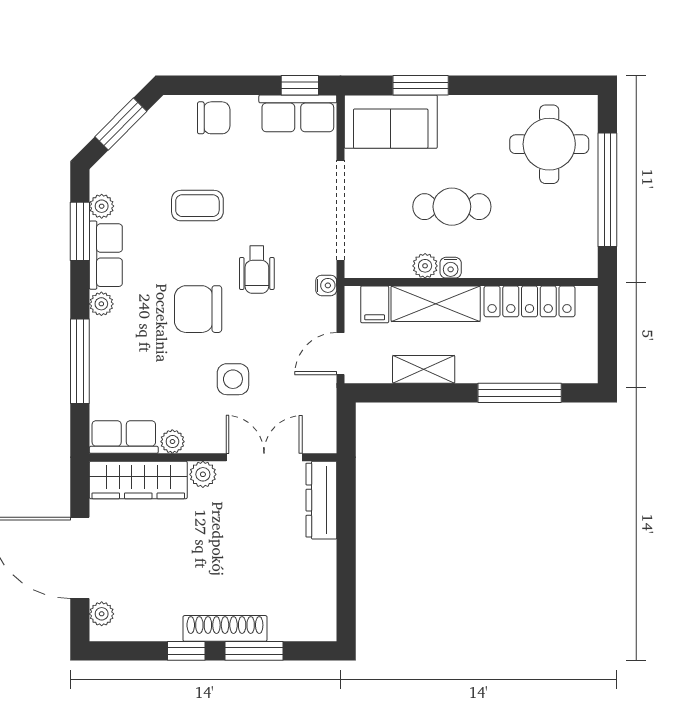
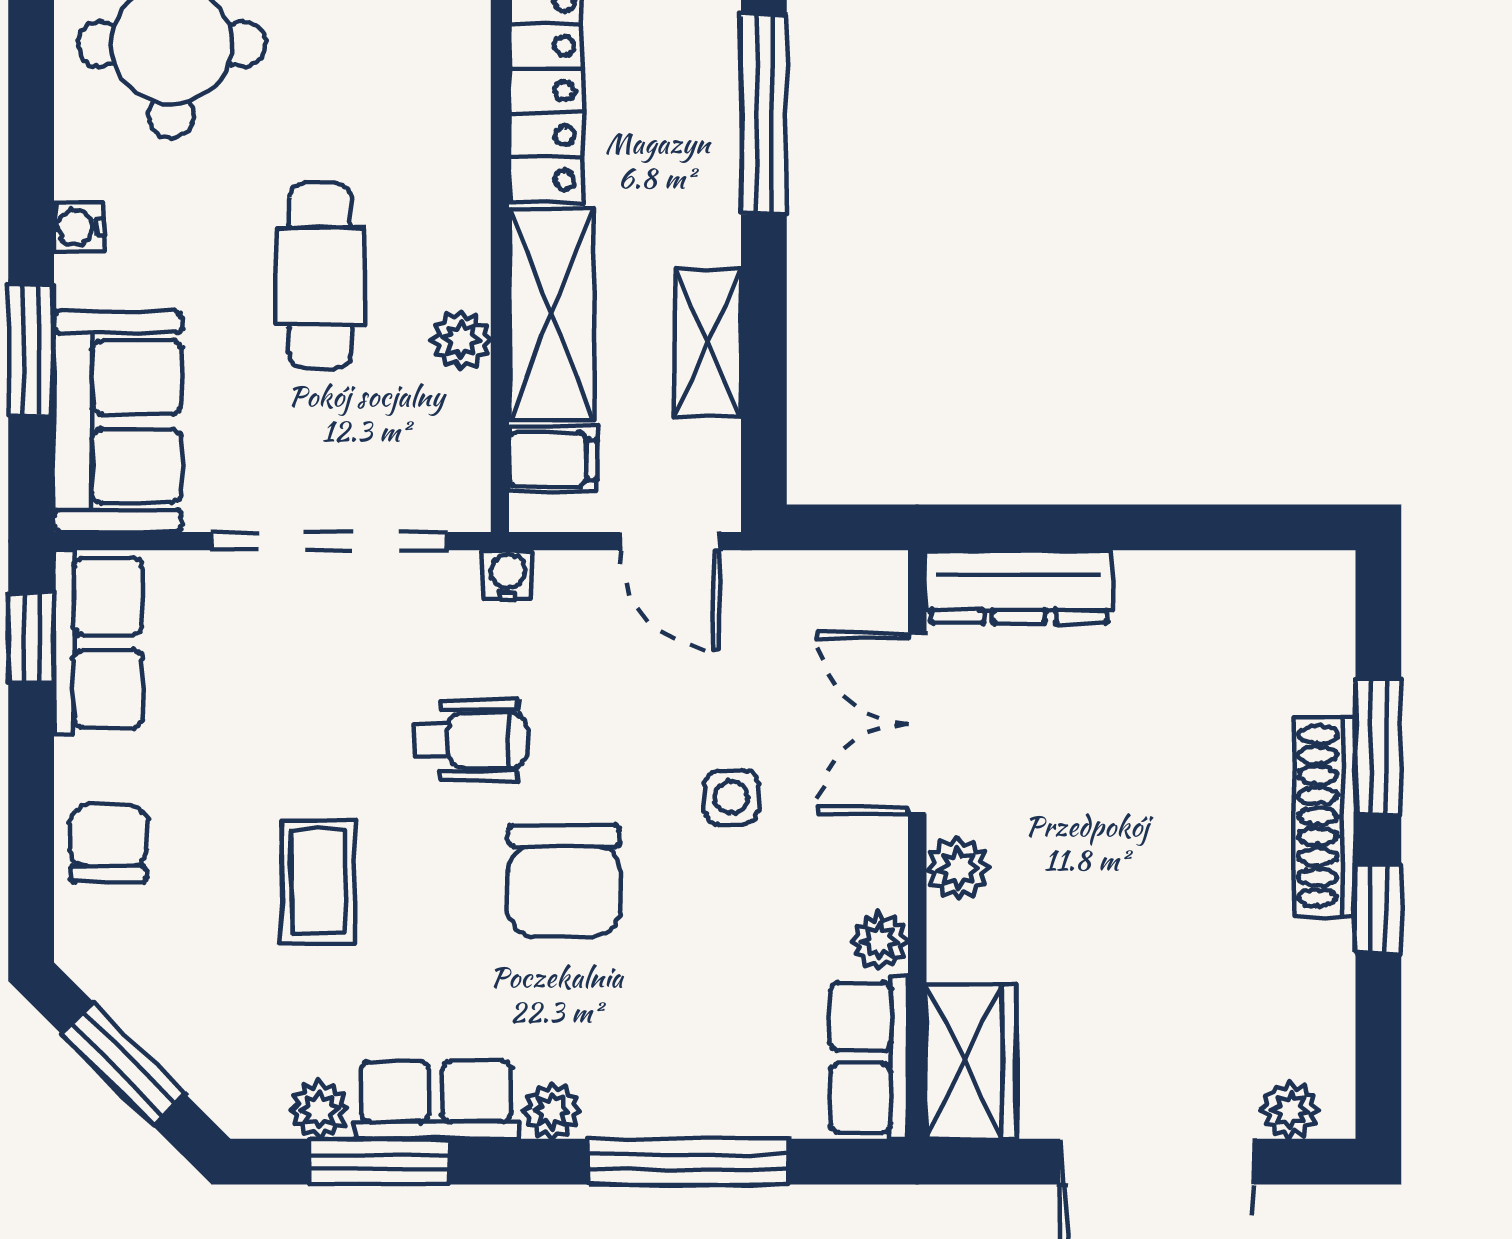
water cooler: (451, 268) -> (79, 227), moved, turned 180
side table: (233, 379) -> (731, 797), width x0.73, depth x0.73
wardrobe: (138, 480) -> (971, 1061), width x0.67

